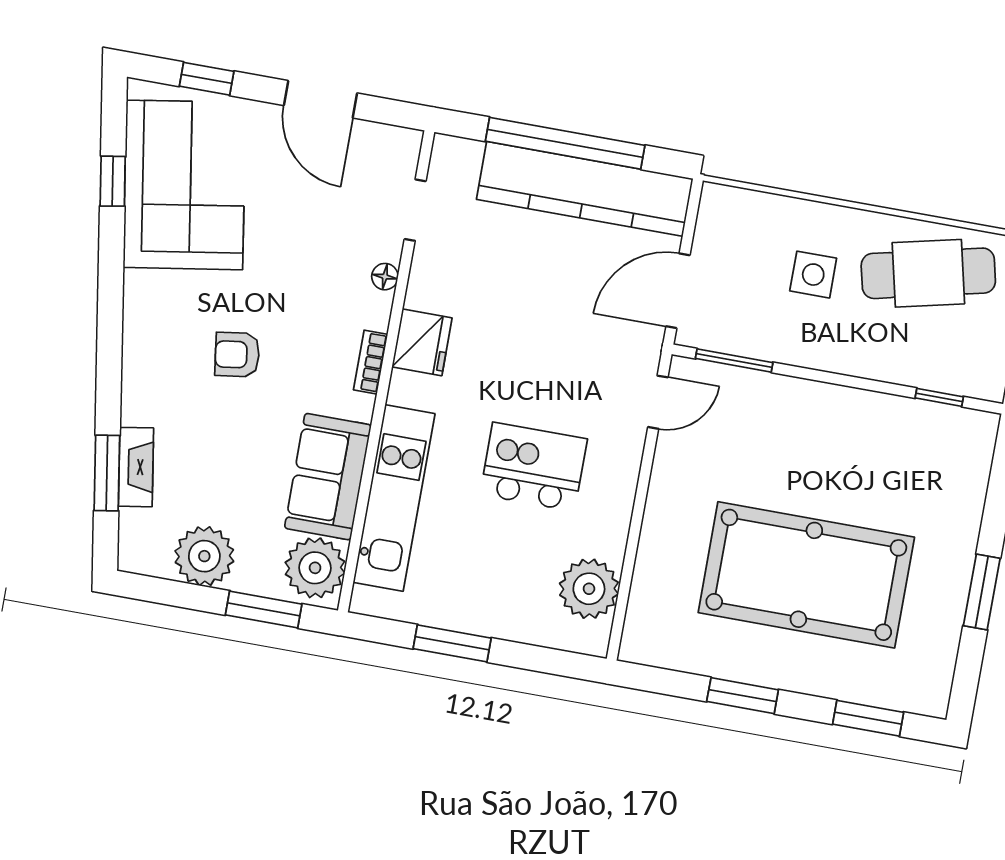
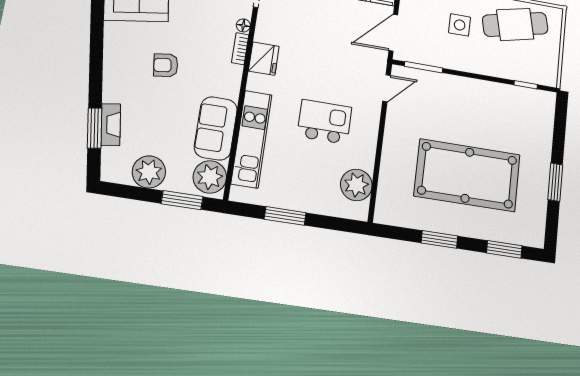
bookcase: (371, 362) -> (240, 49), moved

